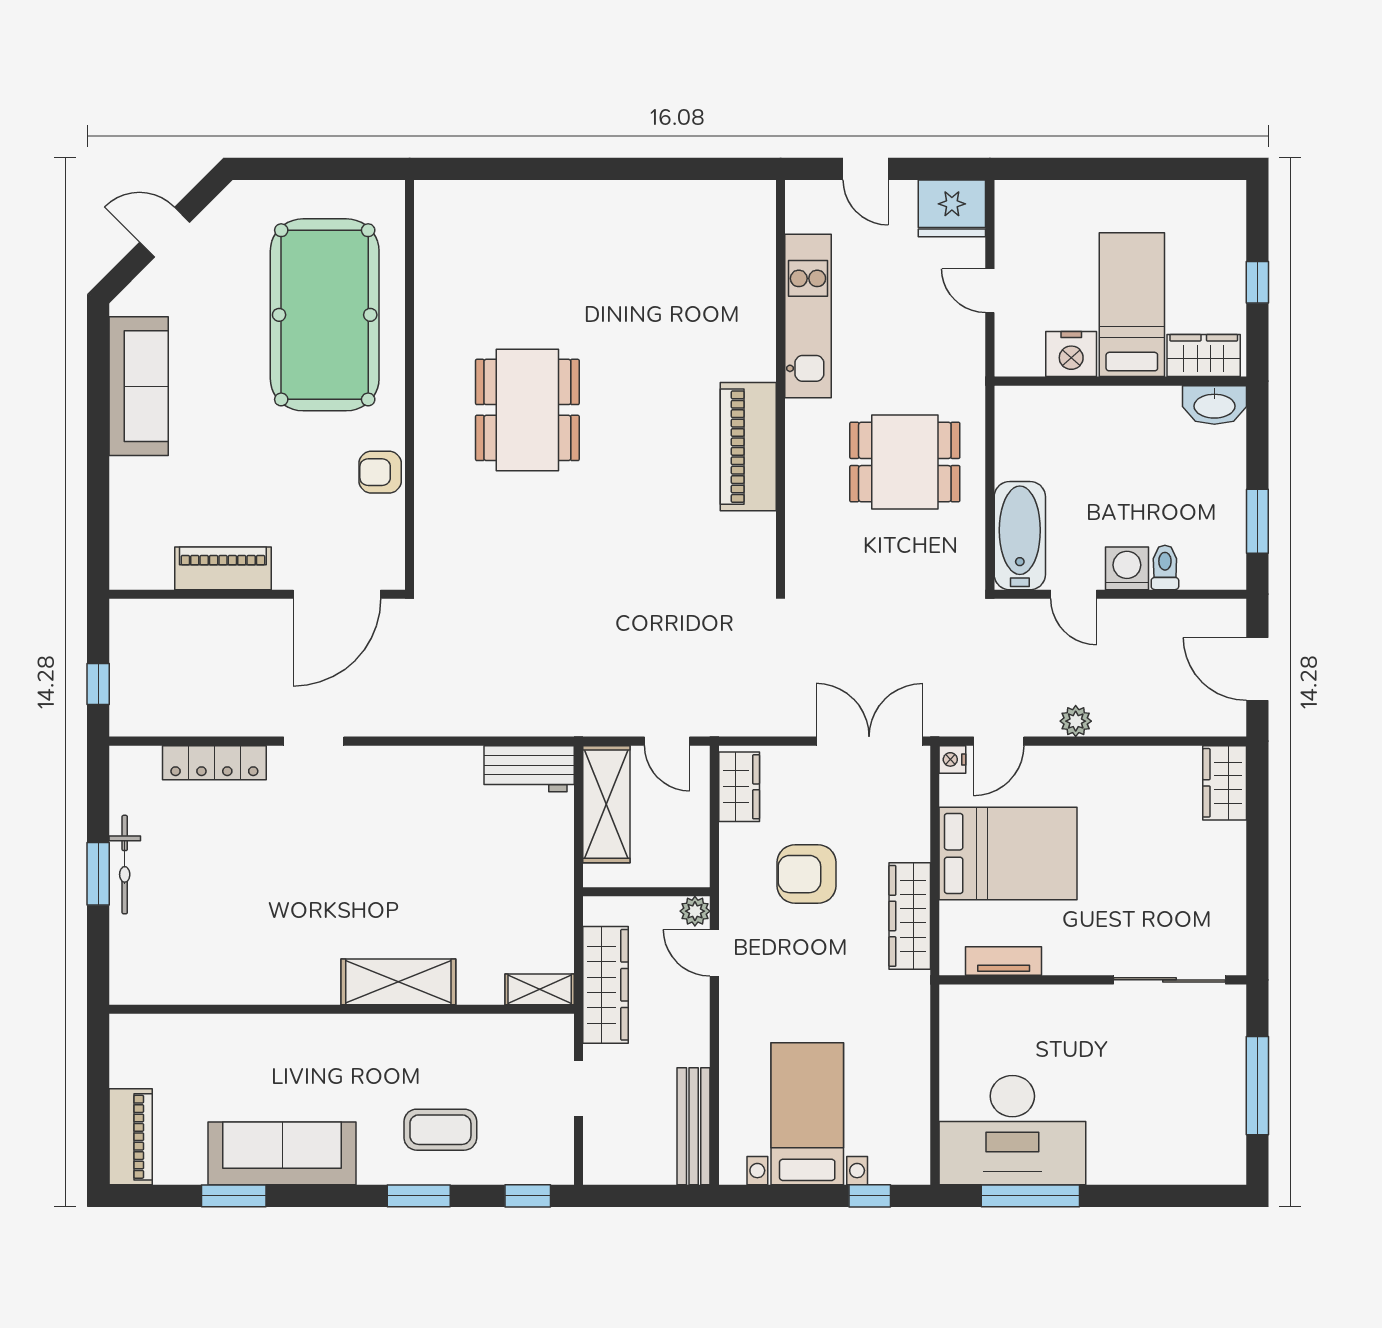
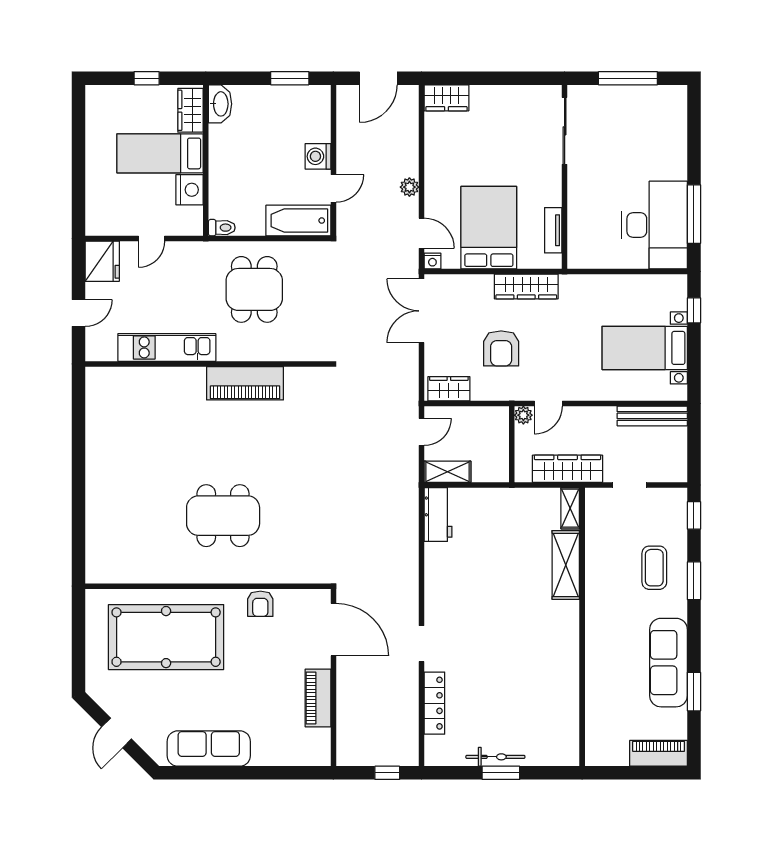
toilet: (1165, 567) -> (222, 228), moved, turned 180
shelving: (606, 804) -> (448, 472), width x0.67, depth x0.75
shelving: (398, 982) -> (566, 565), moved

